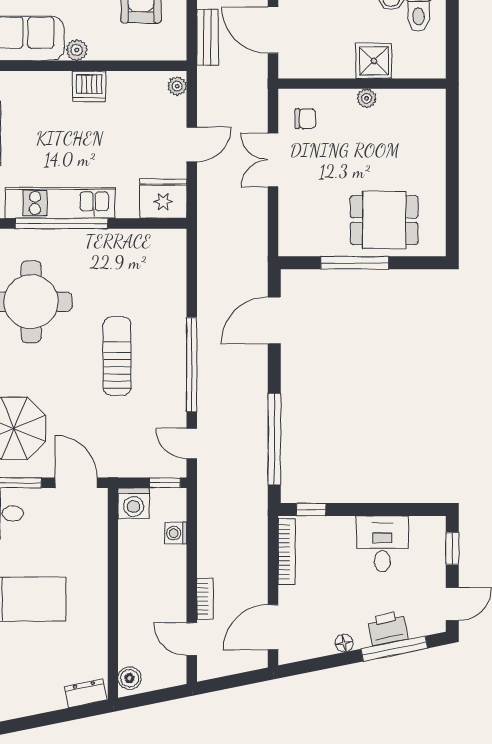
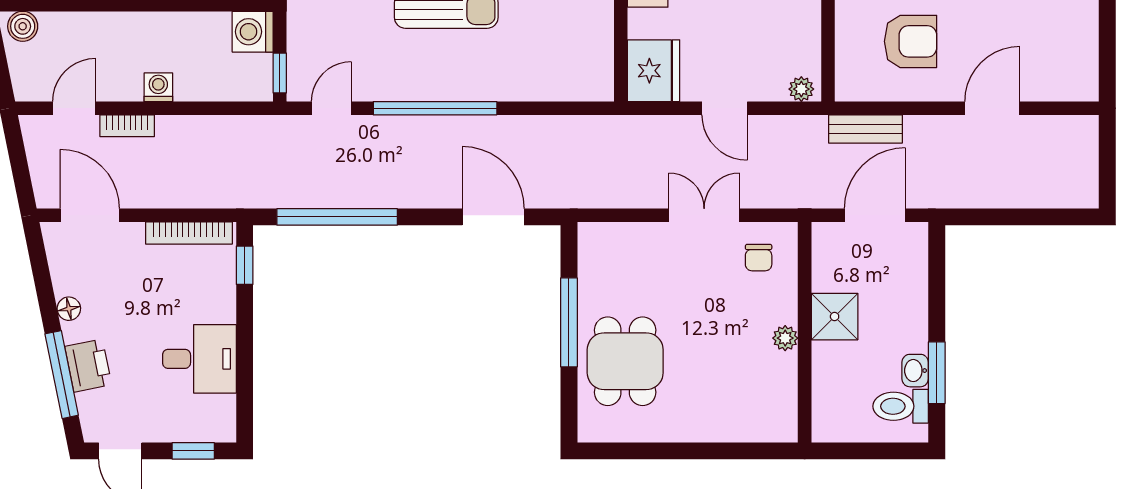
shower: (374, 61) -> (835, 317), moved
washing machine: (176, 533) -> (158, 87), moved

